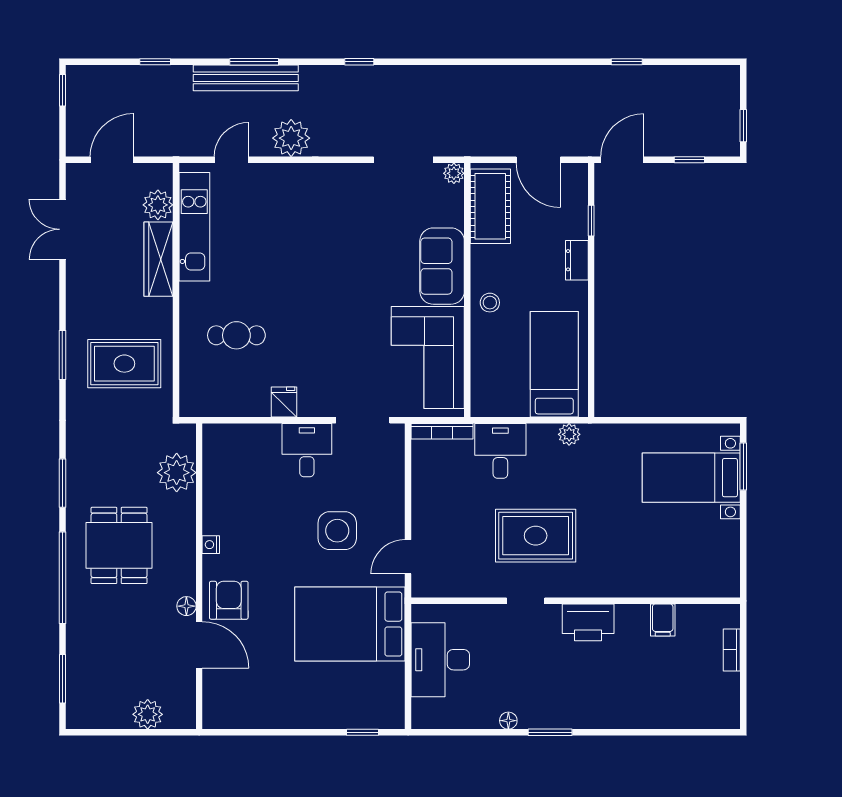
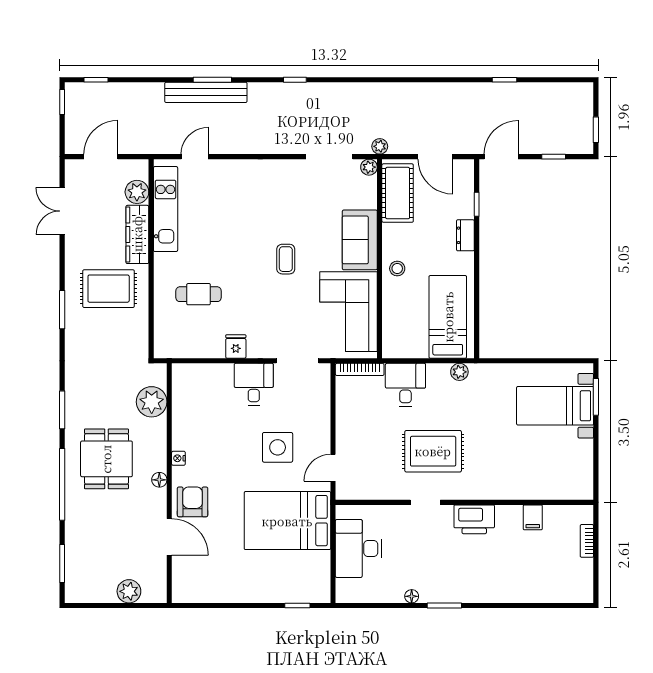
window: (155, 62) -> (96, 80), moved
plant: (291, 138) -> (380, 146), moved, width x0.53, depth x0.53
coffee table: (348, 291) -> (286, 259), added
rug: (124, 364) -> (109, 289), moved
floor lamp: (186, 606) -> (159, 480), moved

